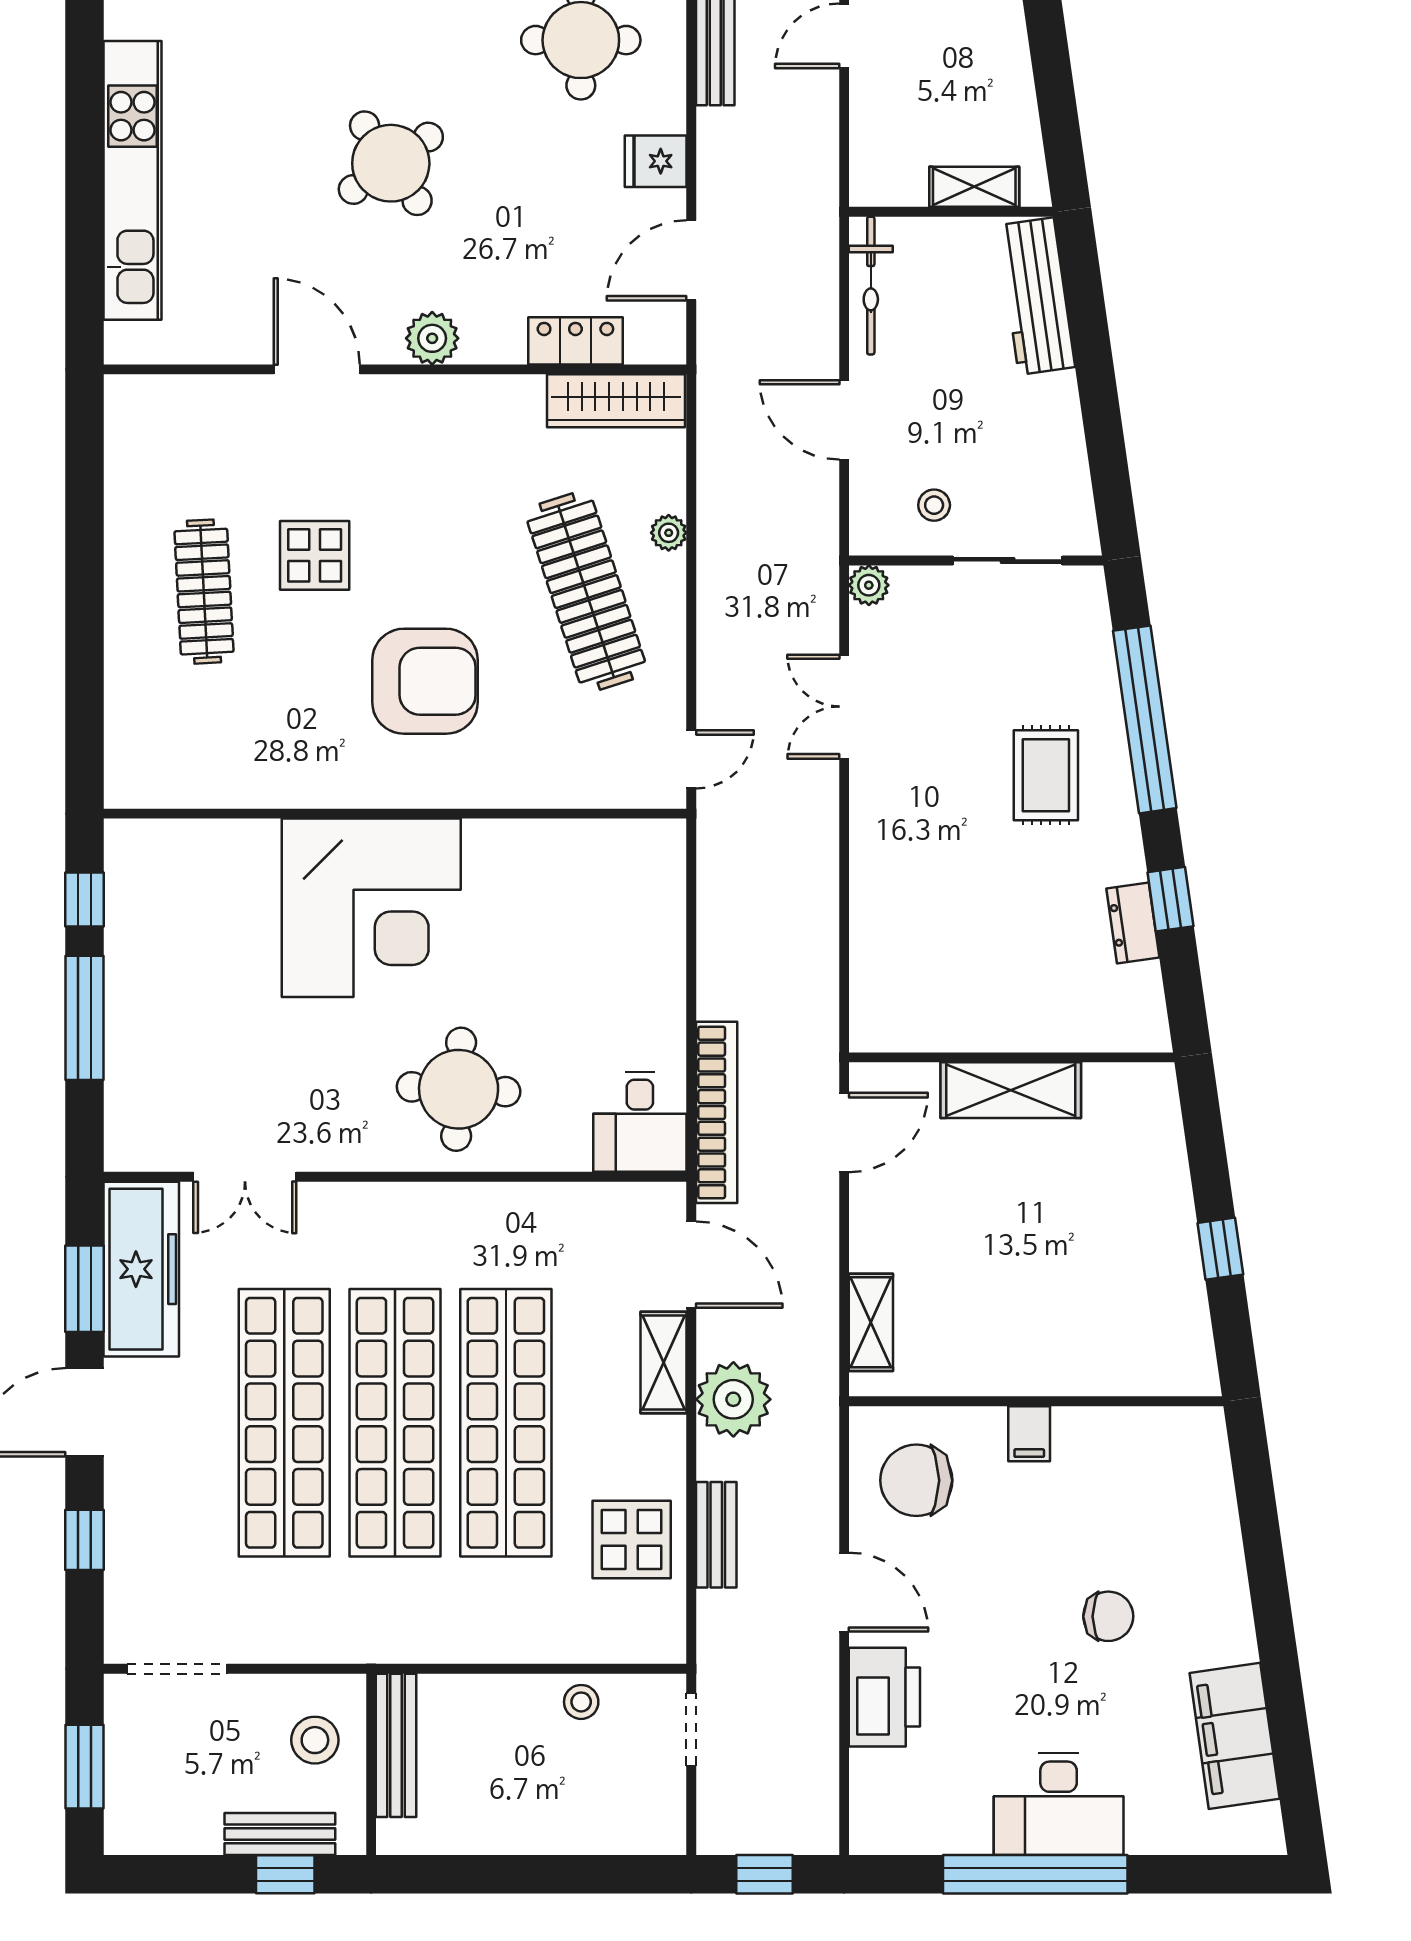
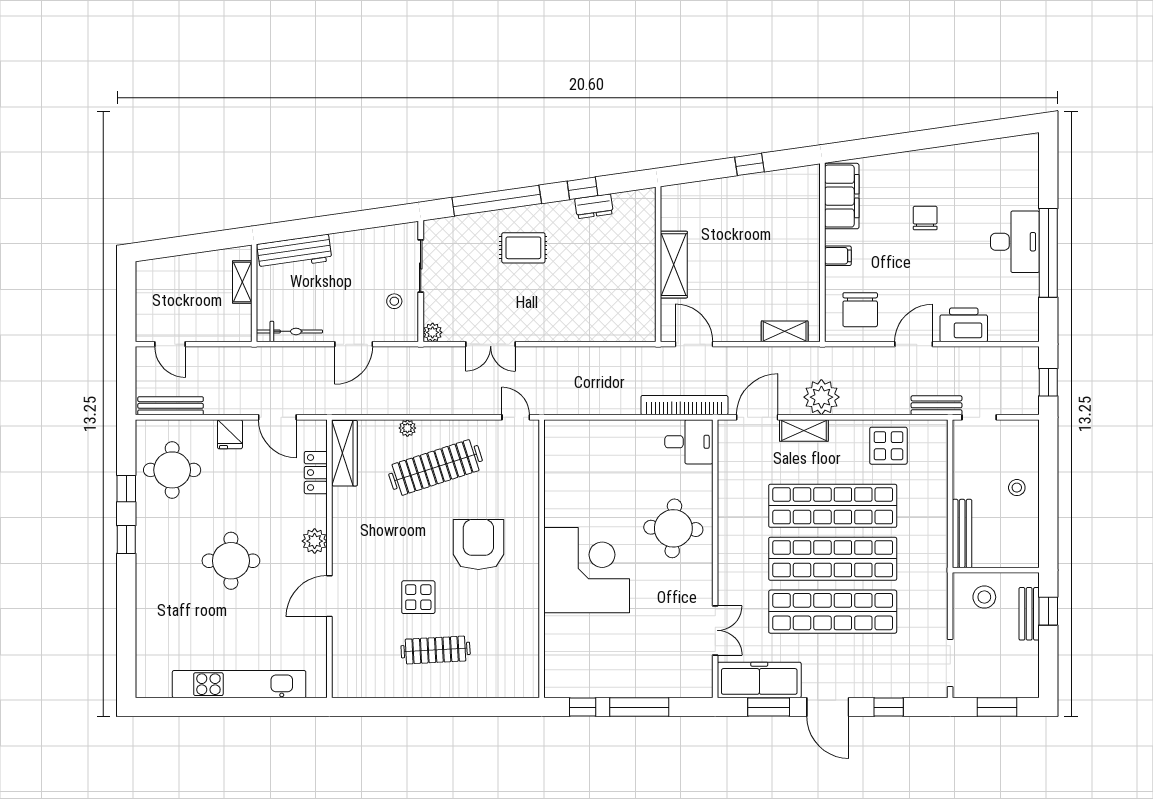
round table: (391, 163) -> (231, 561), turned 35
bench: (716, 1535) -> (936, 405), moved
stool: (581, 1702) -> (1017, 488), moved
filing cabinet: (1235, 1736) -> (842, 196), moved, turned -82
bench: (396, 1745) -> (962, 534), moved, turned 90

